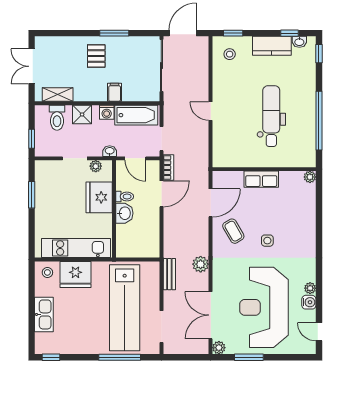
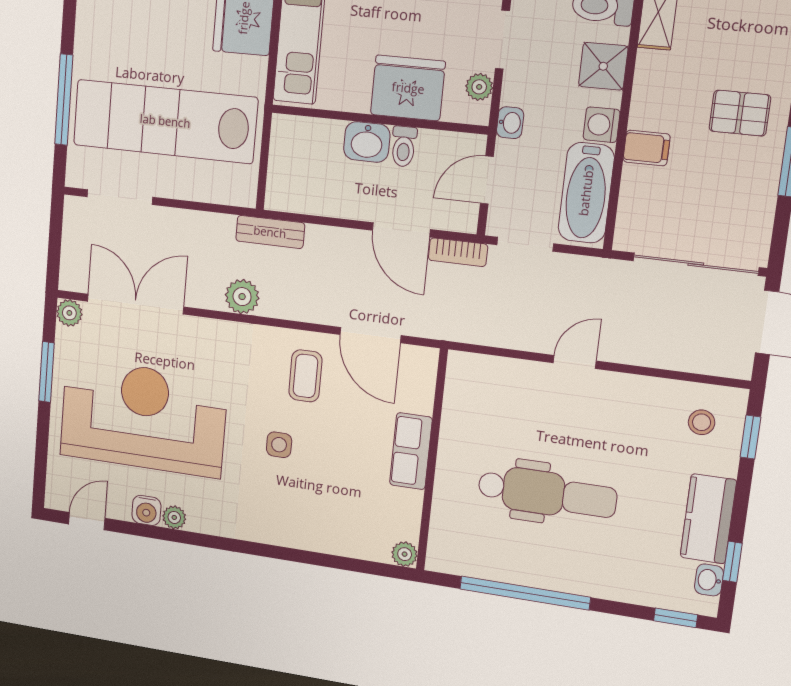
coffee table: (233, 231) -> (305, 376), turned -60
bench: (169, 274) -> (270, 232), moved

